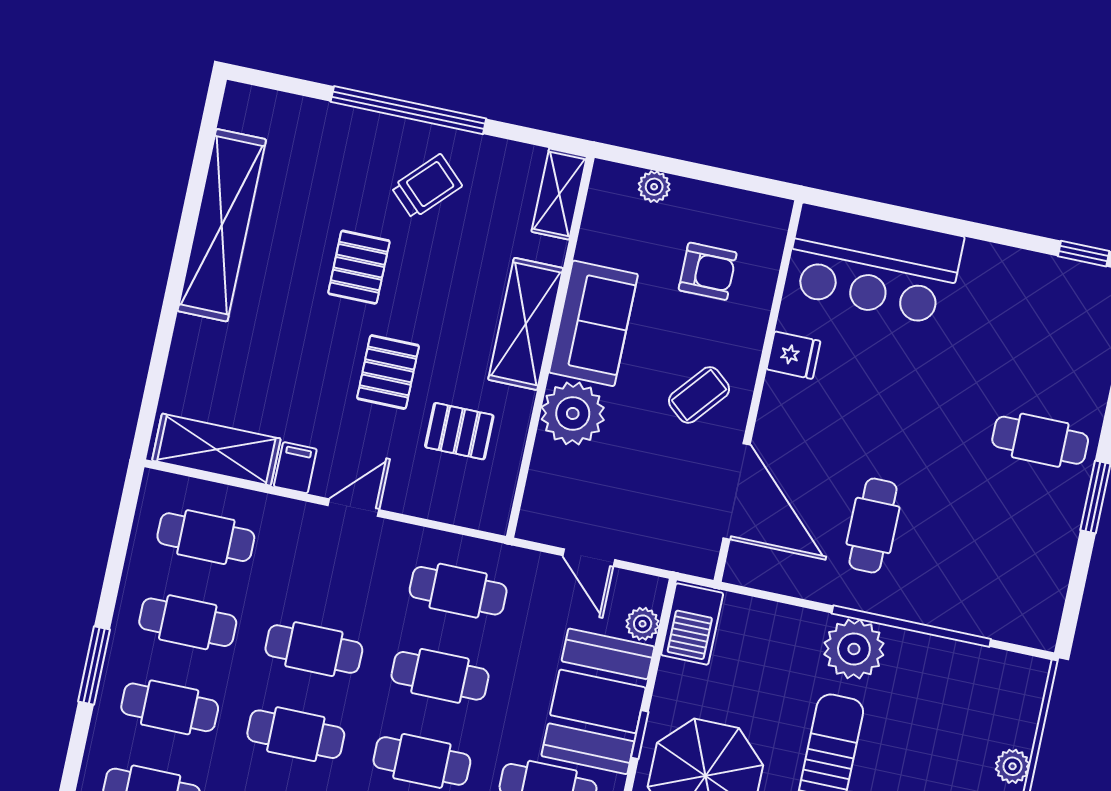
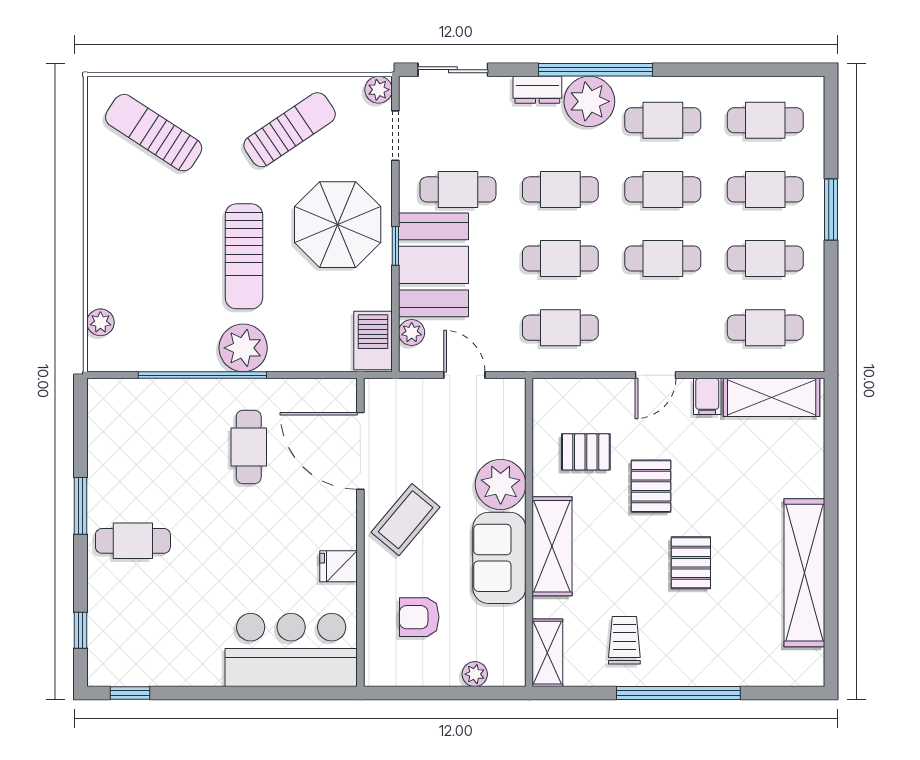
trolley: (427, 186) -> (624, 640), moved, turned 136
coffee table: (699, 395) -> (406, 520), width x1.36, depth x1.30
plant: (1013, 766) -> (100, 322), moved

